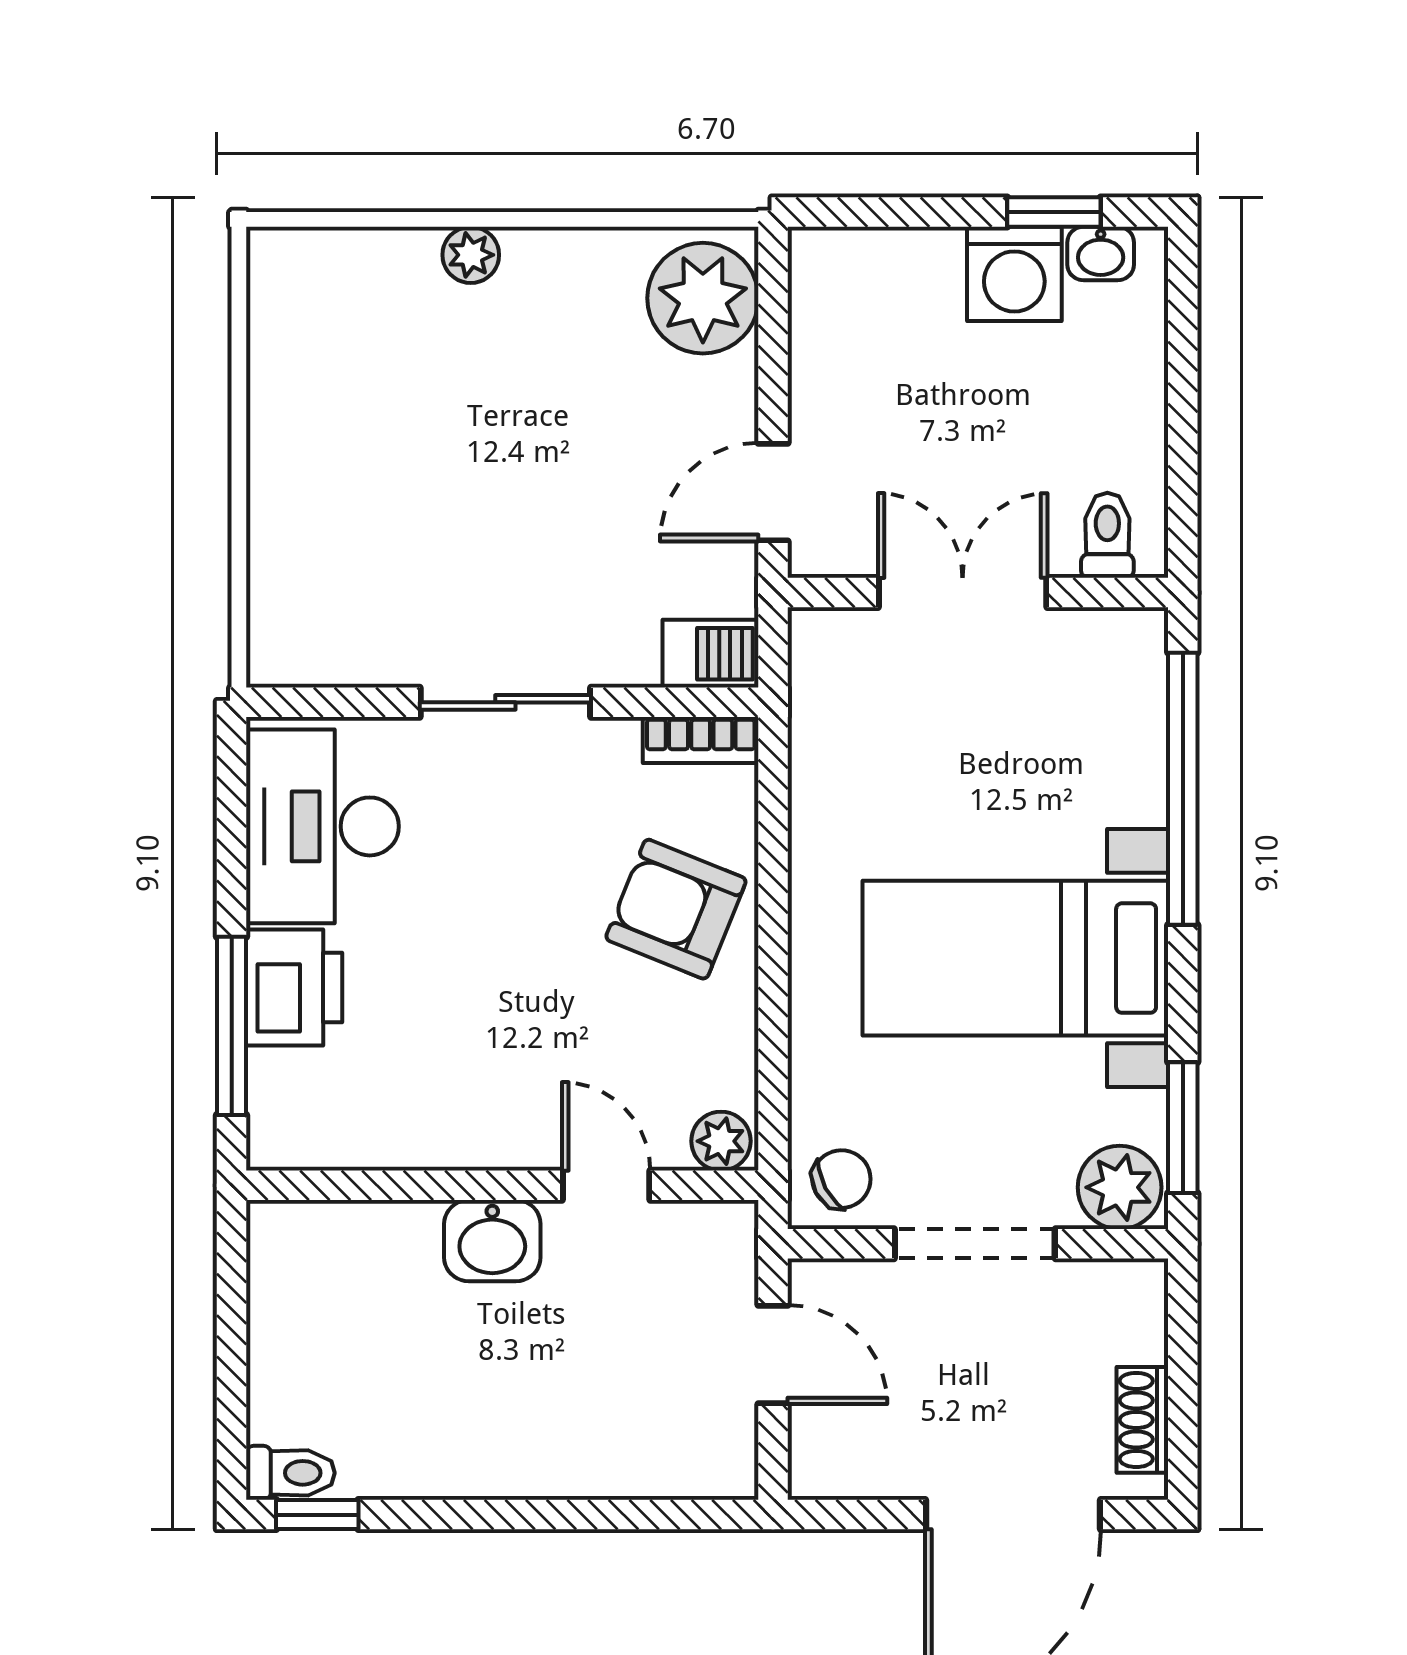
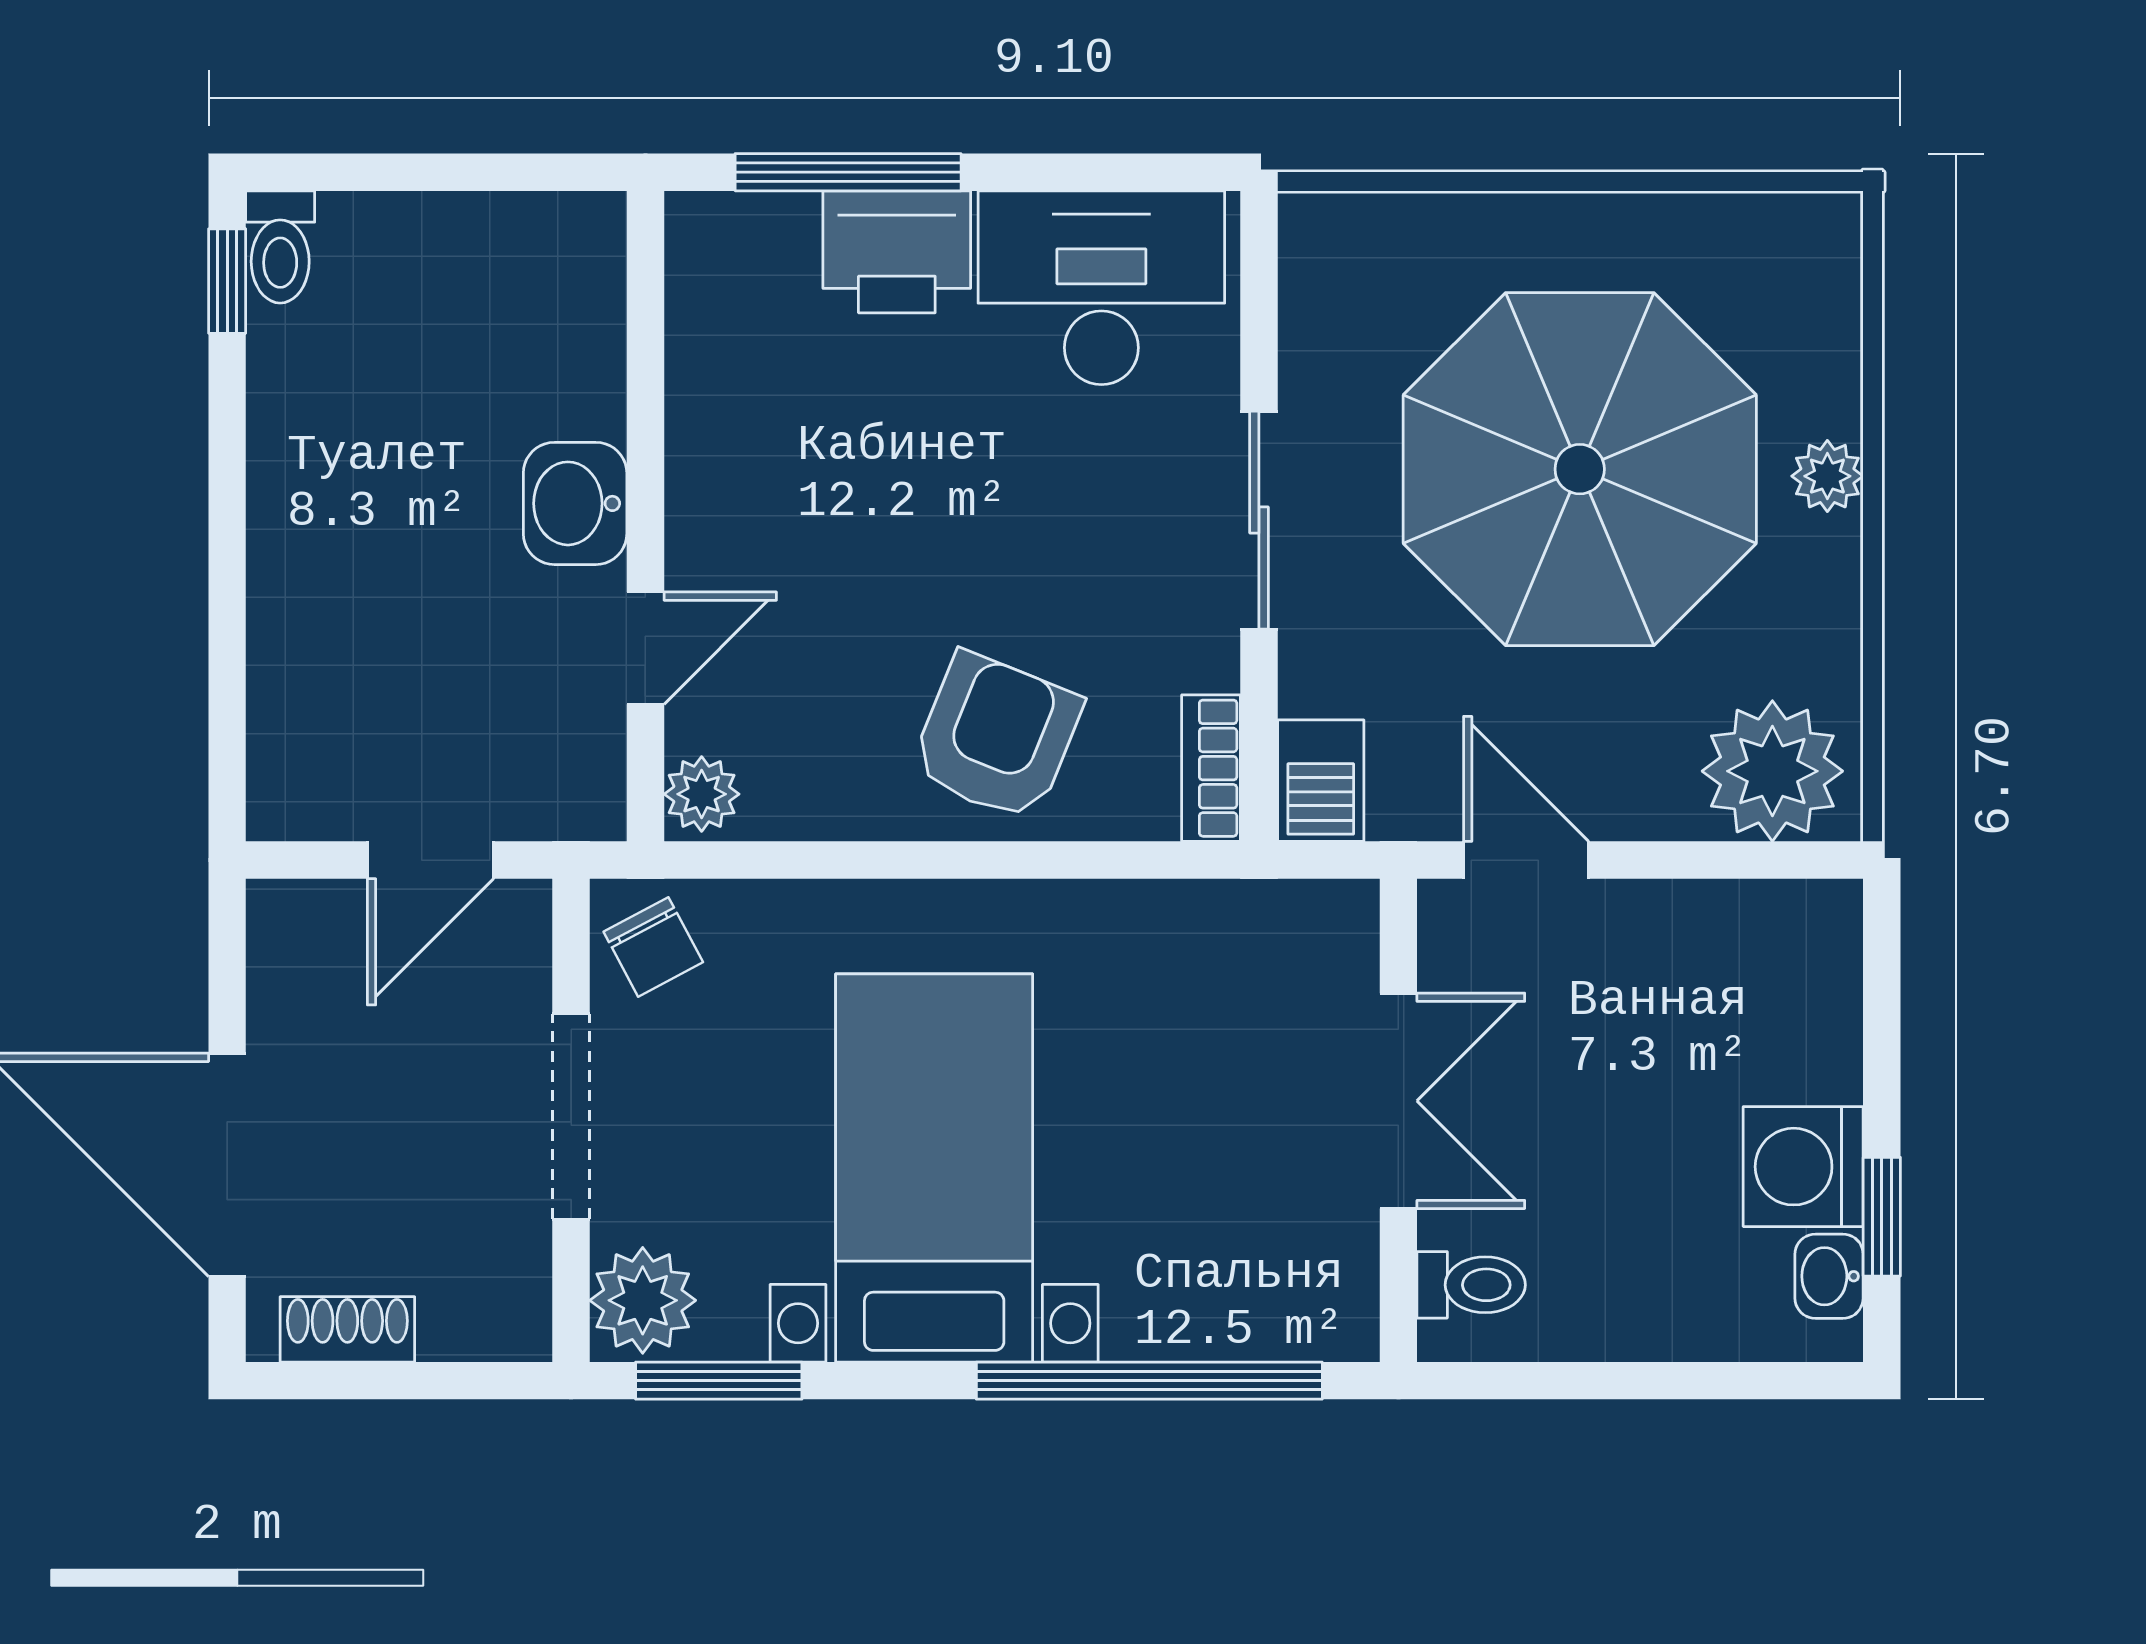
parasol: (465, 450) -> (1580, 469), added

